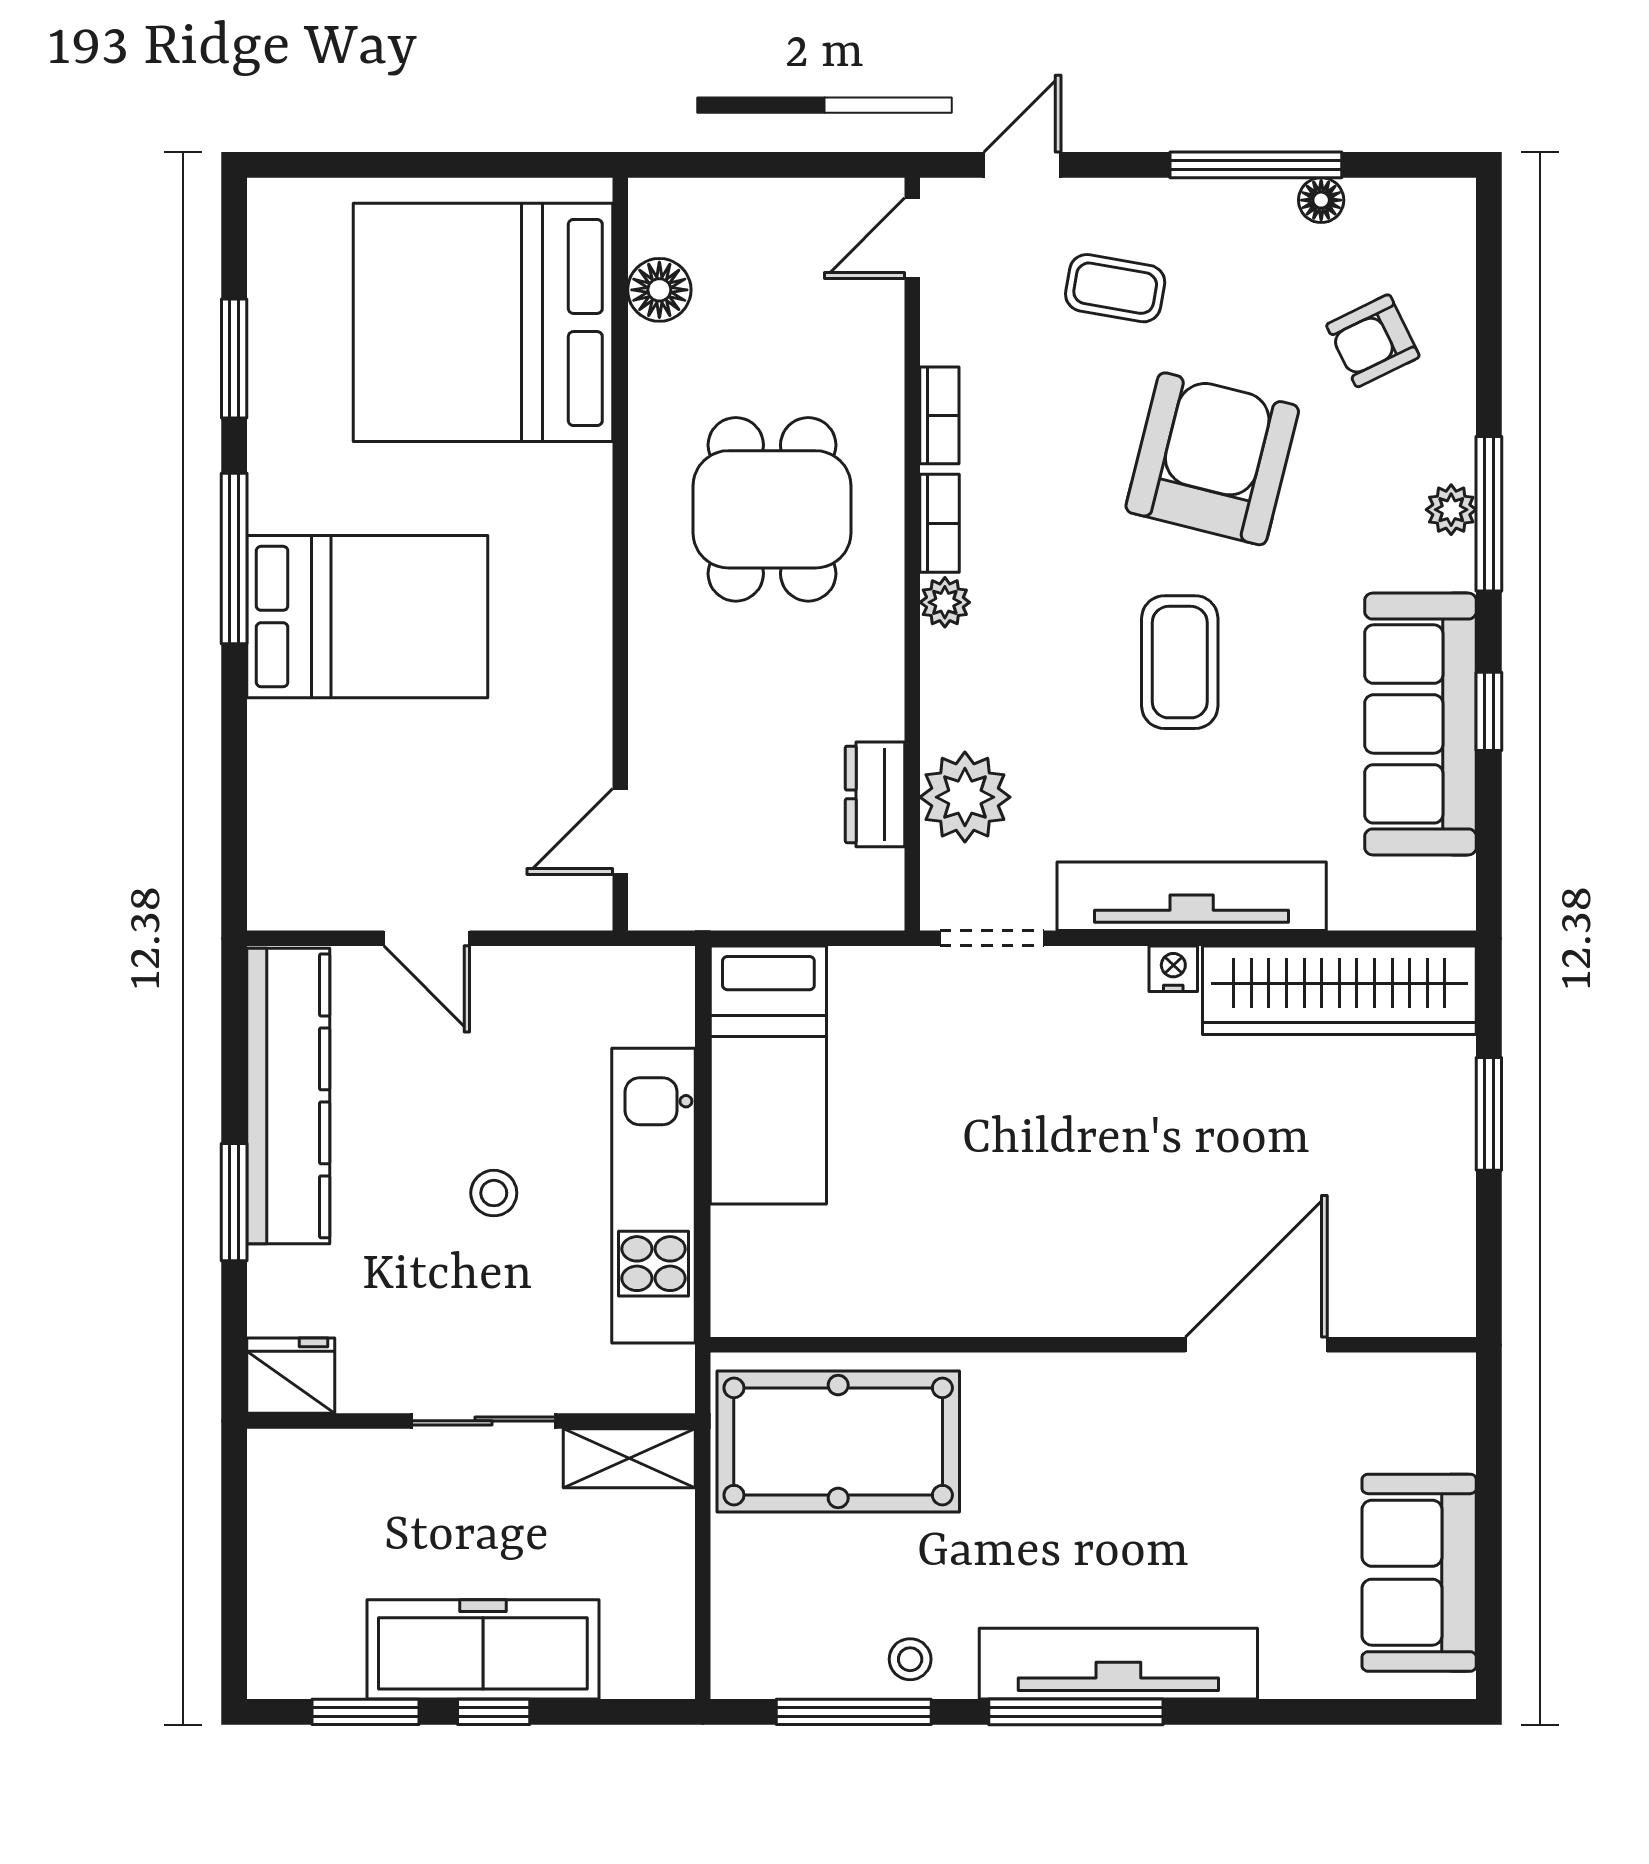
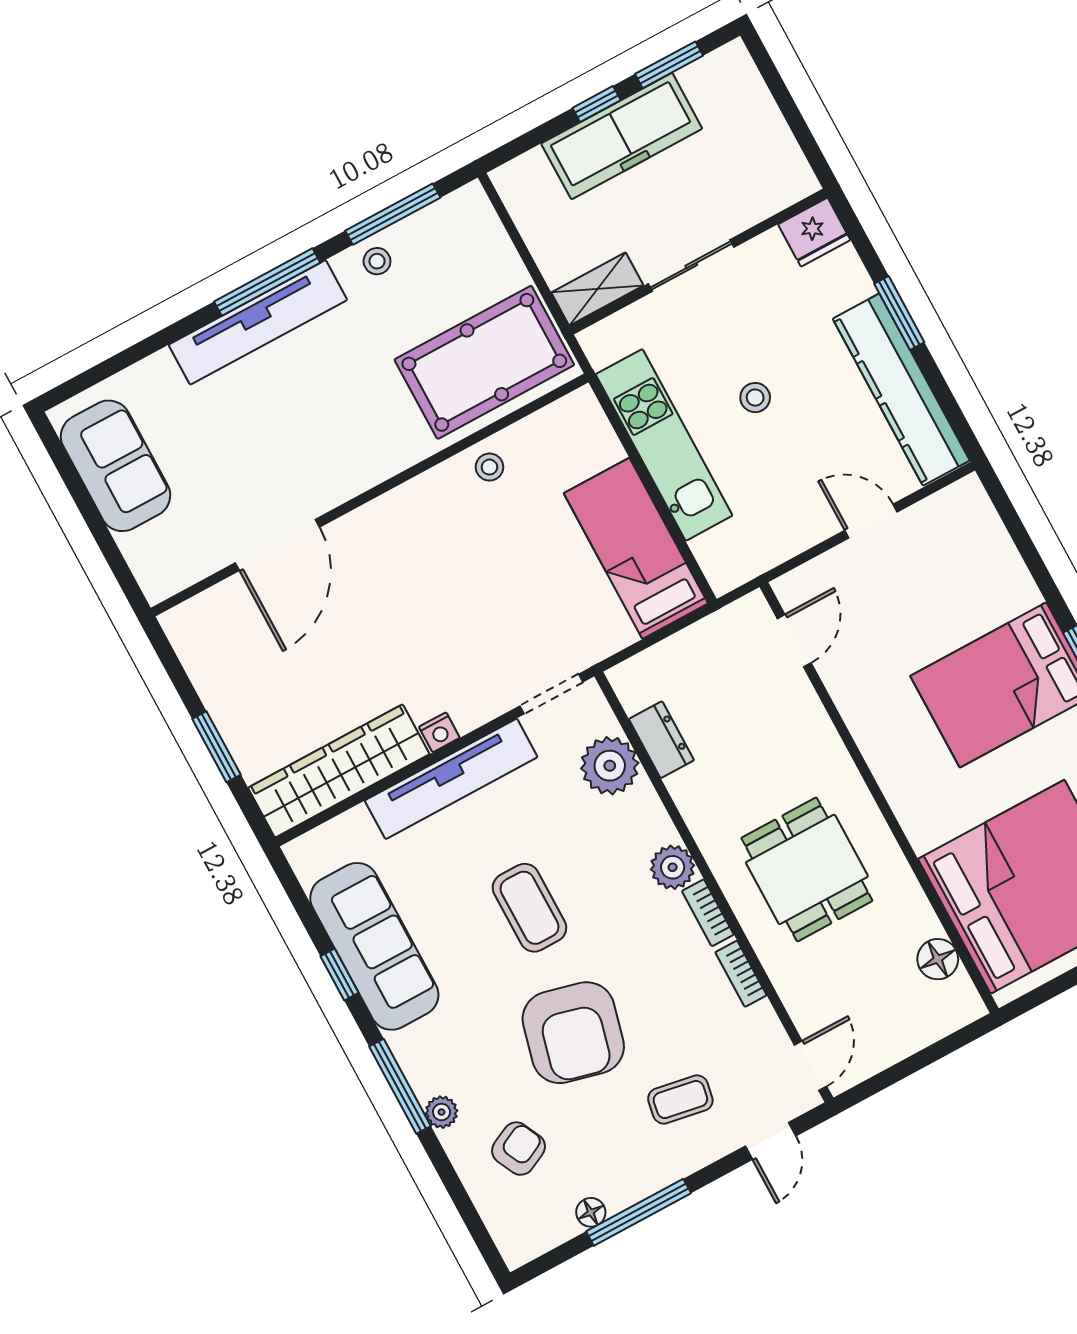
plant: (1451, 510) -> (442, 1112), moved
plant: (945, 602) -> (673, 867), width x1.38, depth x1.38
stool: (909, 1294) -> (489, 467), added

